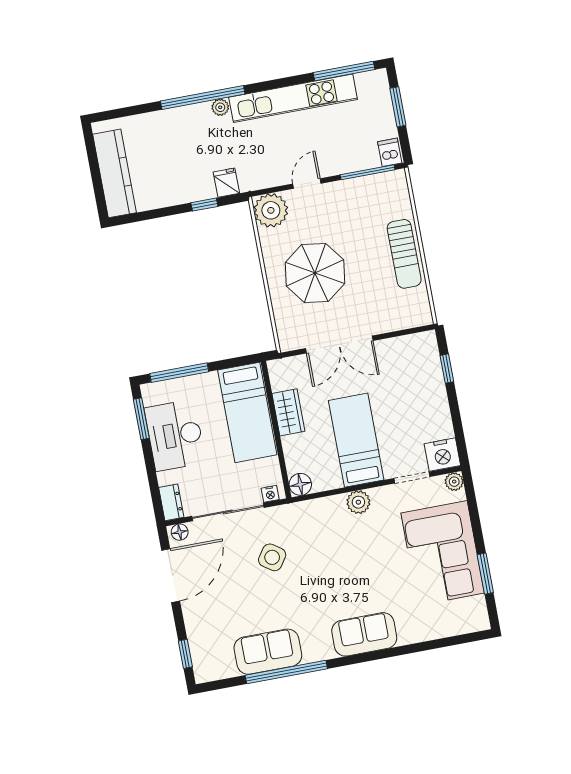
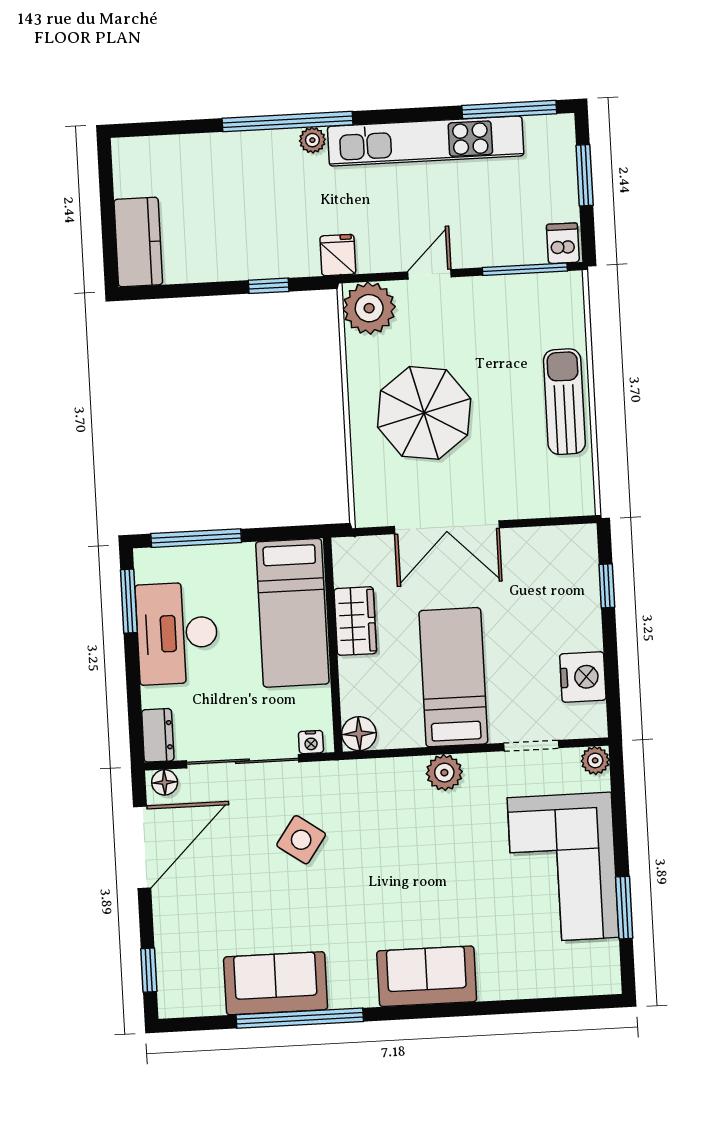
kitchen counter: (114, 173) -> (138, 242), width x0.67
fridge: (226, 183) -> (338, 255), moved
sun lounger: (404, 254) -> (564, 402), turned 180
nightstand: (442, 455) -> (583, 677), moved, turned -90

